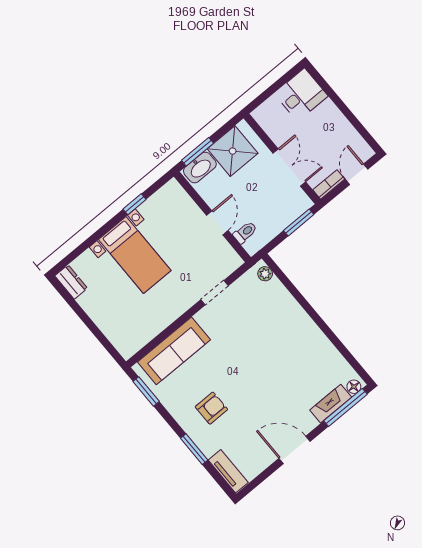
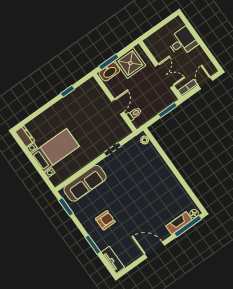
desk: (301, 95) -> (182, 42), moved
bed with nightstands: (135, 255) -> (55, 150), moved, turned -90

